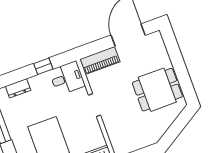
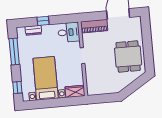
window: (43, 66) -> (43, 21), moved
dining table: (157, 90) -> (128, 56), turned 90

